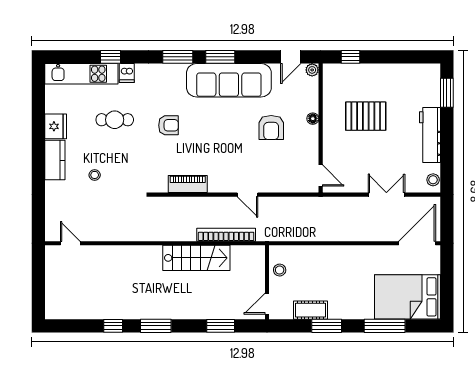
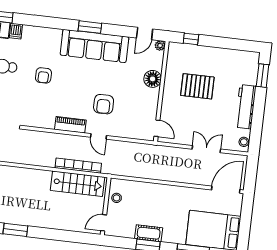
window: (178, 57) -> (57, 23), removed
floor lamp: (313, 119) -> (153, 79), width x1.89, depth x1.89
armchair: (168, 125) -> (43, 75), turned 90
armchair: (271, 128) -> (104, 104), moved
piano: (188, 184) -> (70, 125), moved
stairs: (196, 258) -> (78, 184), moved
cot: (311, 310) -> (149, 233), moved
window: (221, 326) -> (66, 236), removed

